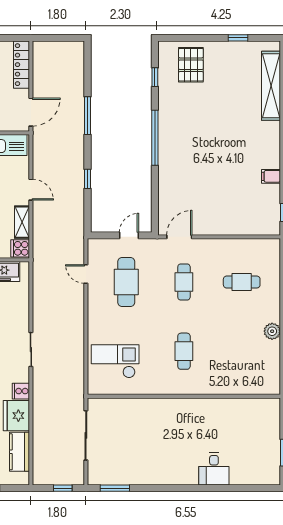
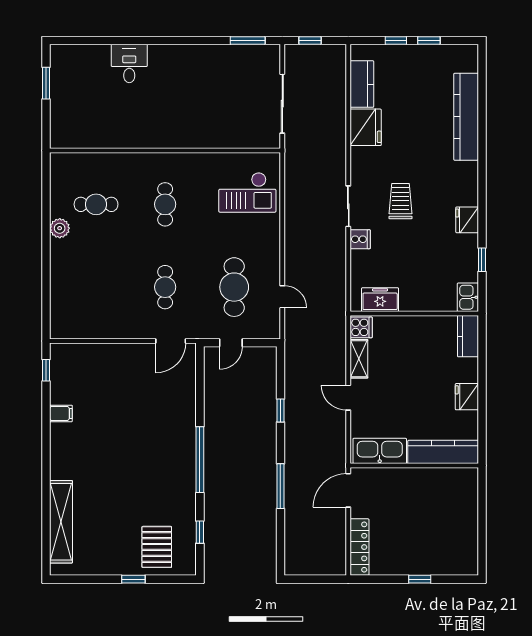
window: (238, 38) -> (133, 579), moved
cafe table: (242, 282) -> (96, 204), moved
cooker: (21, 391) -> (360, 239), moved

